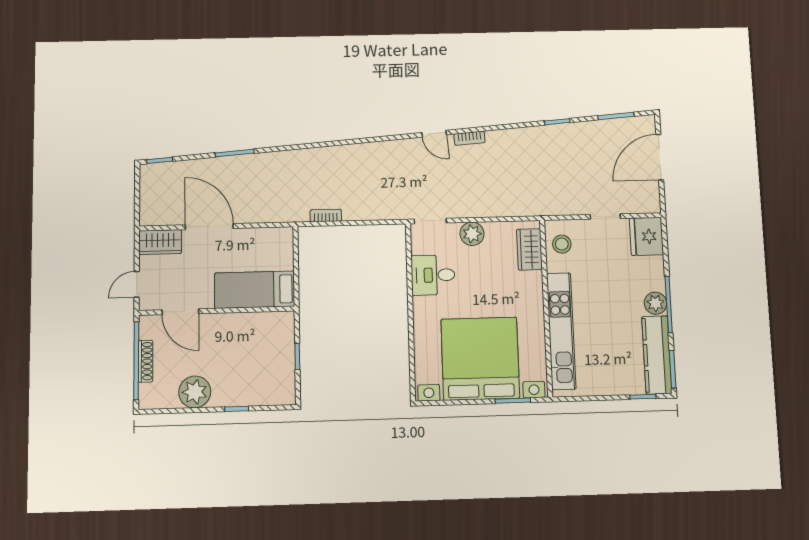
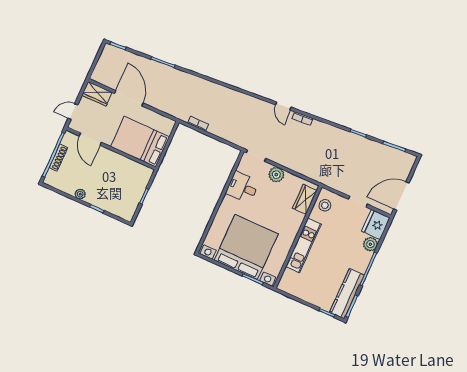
door: (660, 157) -> (401, 196), moved
bed: (254, 290) -> (140, 142), width x1.50
plant: (655, 303) -> (370, 244), moved
kitchen unit: (561, 331) -> (304, 245), width x0.73
plant: (195, 392) -> (80, 194), width x0.53, depth x0.53

